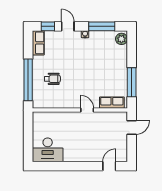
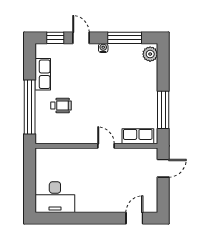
row of seats: (38, 43) -> (43, 74), moved

